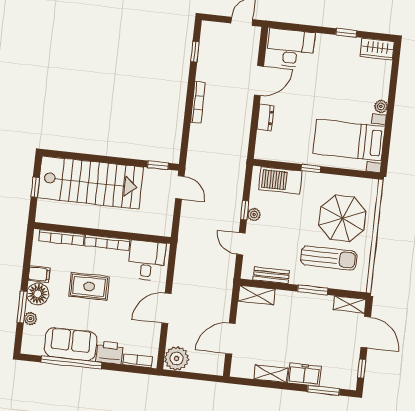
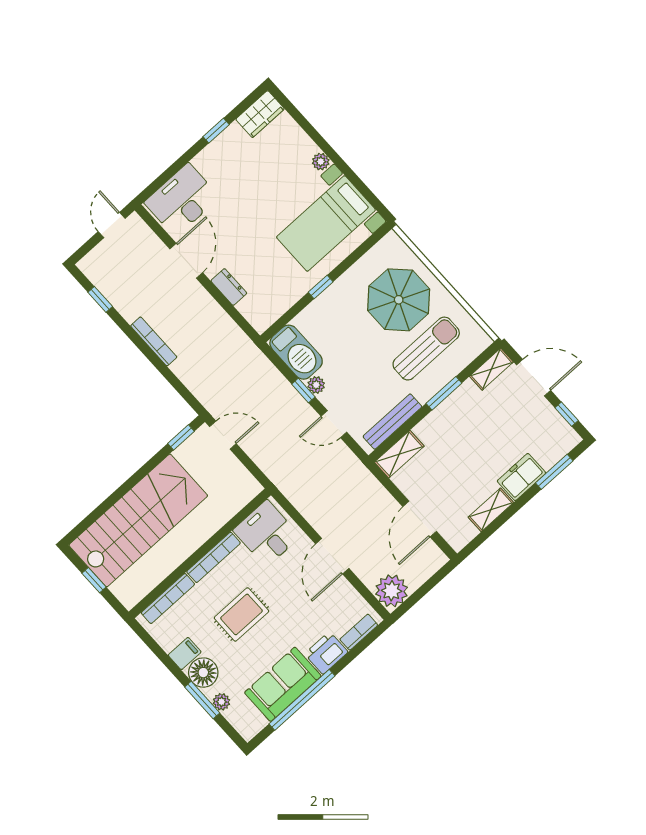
barbecue: (280, 180) -> (296, 352), moved, turned -90
bench: (271, 275) -> (392, 422), width x1.36

